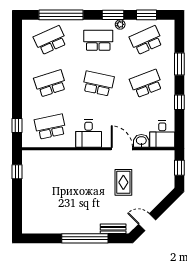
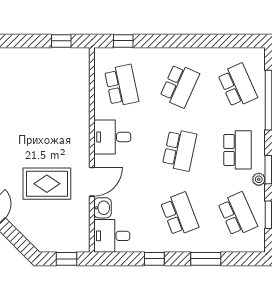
school desk: (50, 83) -> (180, 86), turned 42
rug: (123, 182) -> (47, 184), width x1.36, depth x1.43

